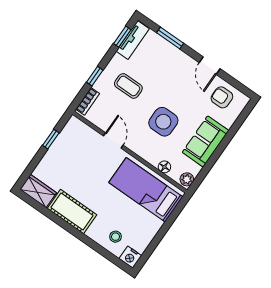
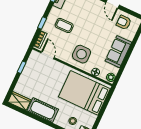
side table: (163, 122) -> (81, 54), moved
door: (113, 141) -> (48, 55), moved
bed: (146, 190) -> (84, 93), width x1.50

